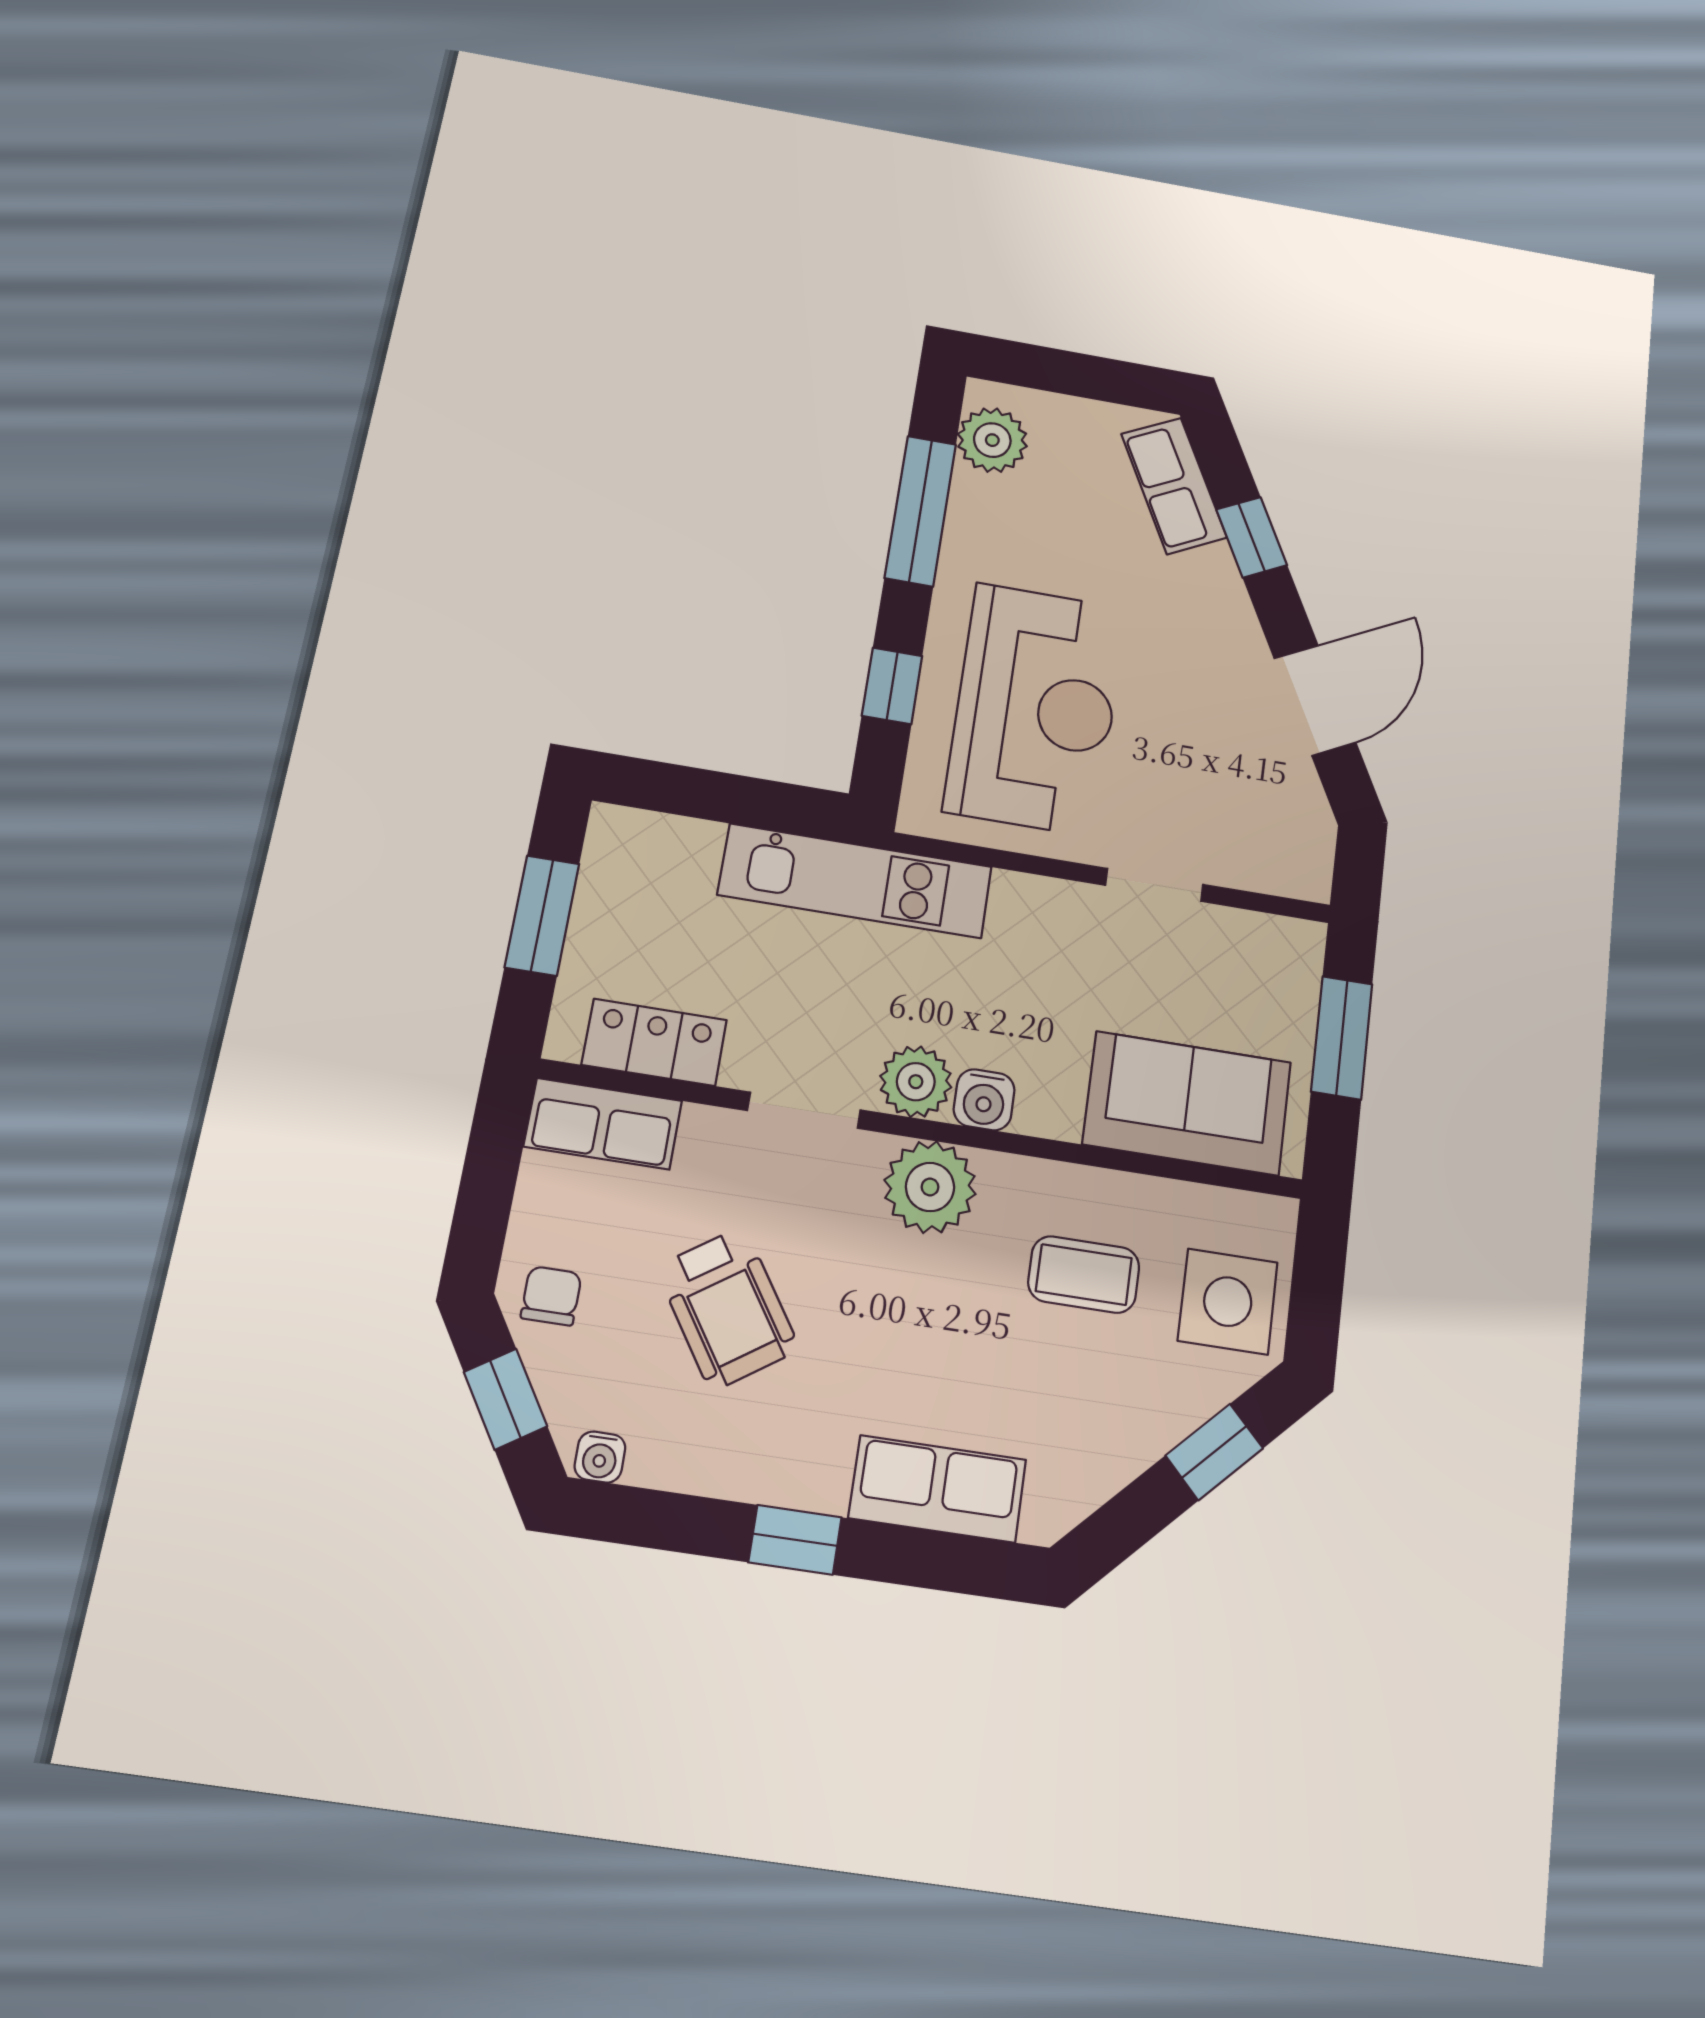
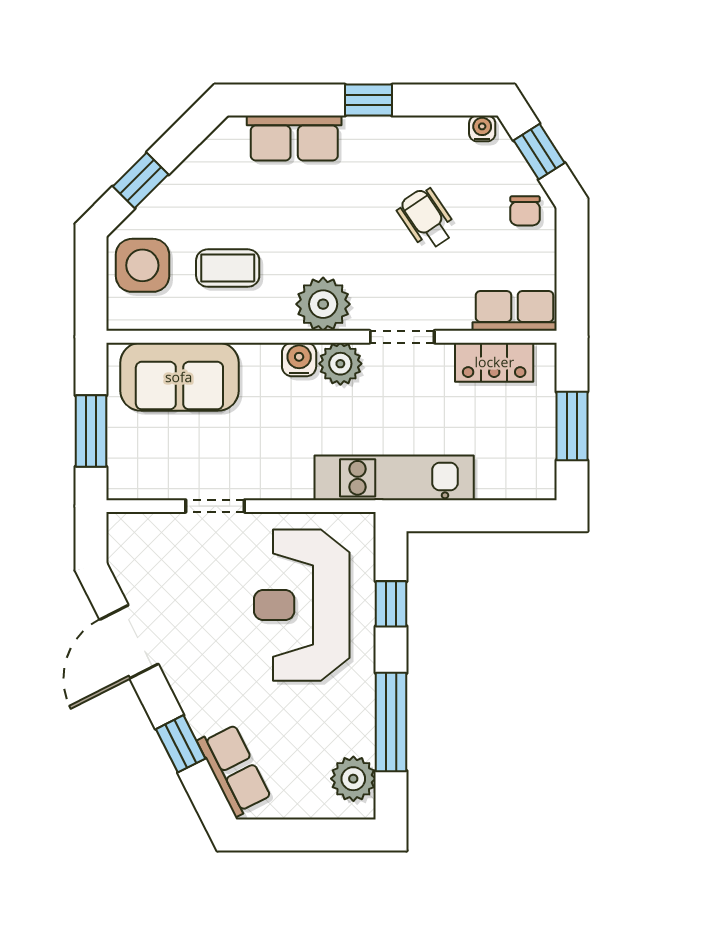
wheelchair: (728, 1308) -> (427, 219), width x0.73, depth x0.73

